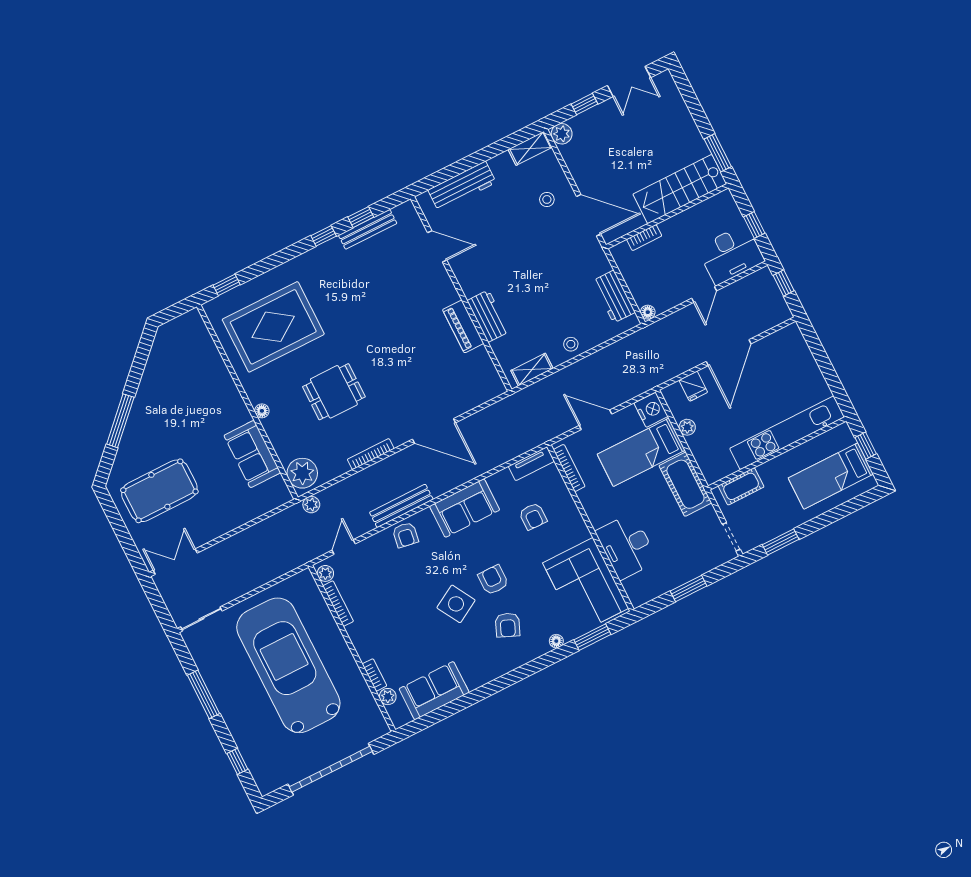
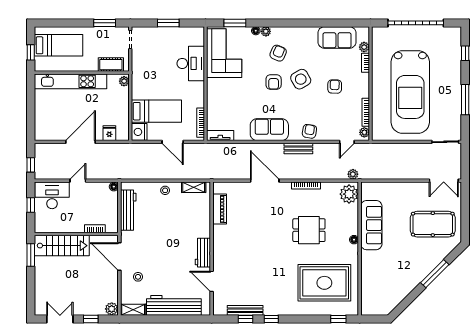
workbench: (462, 186) -> (174, 305), width x1.36, depth x1.32
workbench: (614, 297) -> (128, 210), width x1.38
workbench: (488, 316) -> (203, 253), moved
piano: (463, 326) -> (220, 209), moved
plant: (687, 427) -> (124, 81), moved
sofa: (252, 454) -> (371, 225), width x1.36
cot: (685, 484) -> (141, 81), removed
bench: (401, 506) -> (298, 148), width x0.73
armchair: (533, 516) -> (335, 87), moved
plant: (541, 647) -> (266, 31), added

